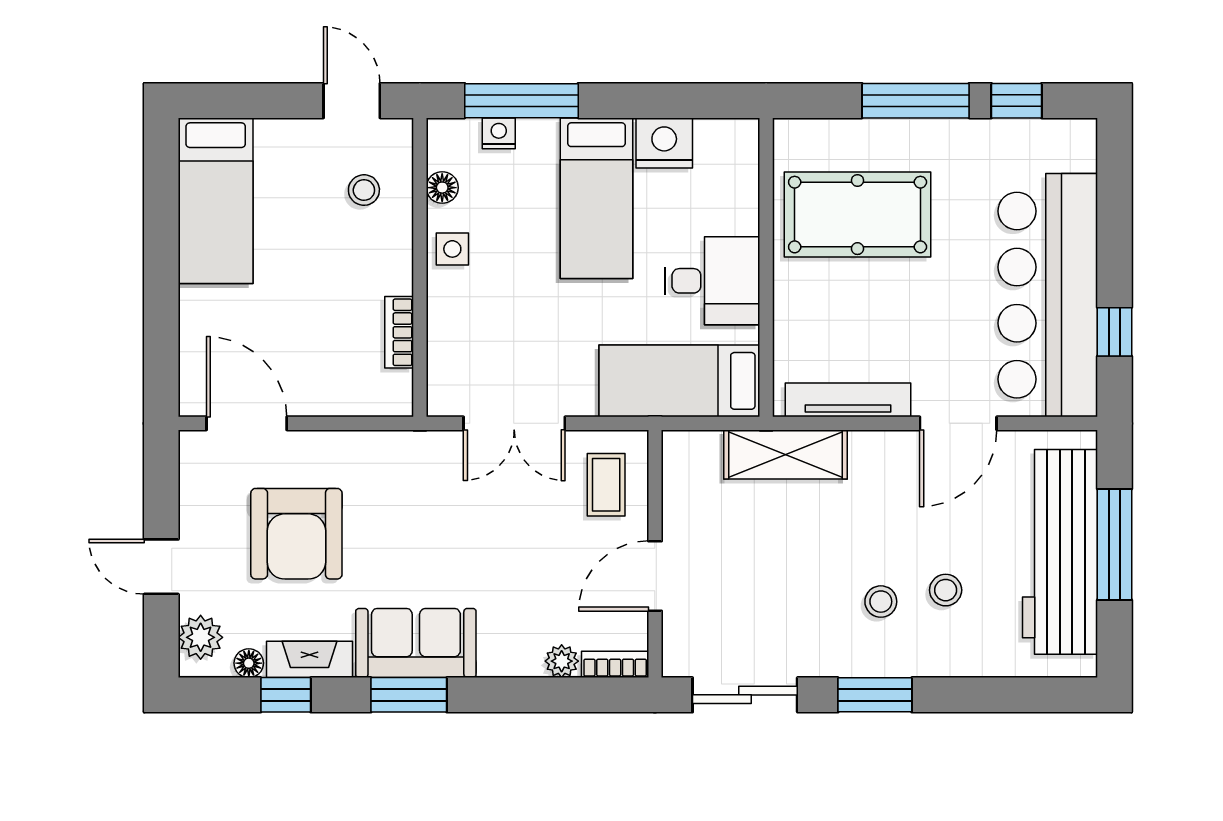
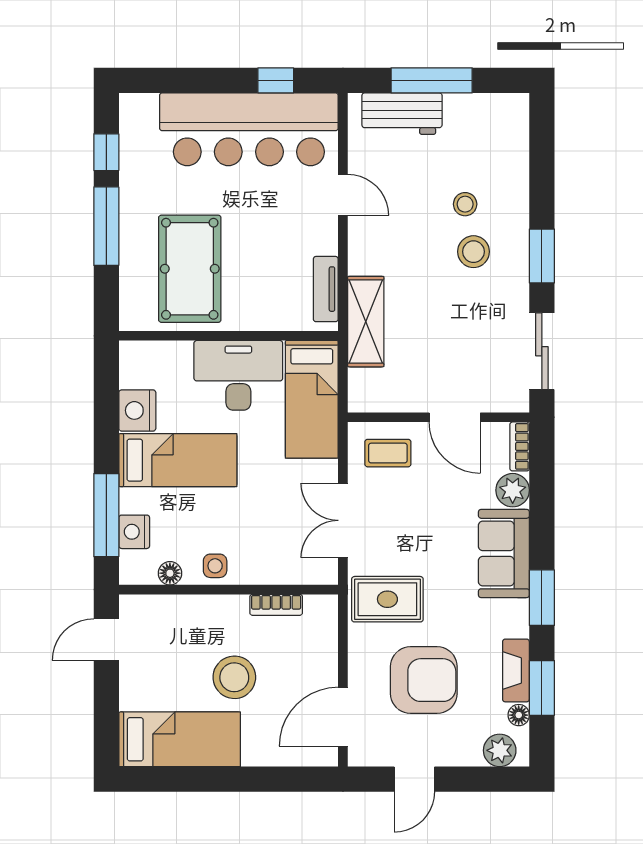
nightstand: (499, 133) -> (134, 532), width x1.39, depth x1.35
stool: (364, 190) -> (234, 677), moved, width x1.89, depth x1.89
desk: (712, 281) -> (238, 375), width x1.37
tv unit: (848, 400) -> (326, 289), width x0.71
double door: (514, 423) -> (343, 520), swing flipped
door: (958, 423) -> (343, 195), width x0.73
rug: (407, 484) -> (387, 599), added
workbench: (1060, 552) -> (402, 114), width x0.53, depth x0.76
door: (161, 567) -> (414, 779), moved
stool: (881, 602) -> (474, 252), width x1.37, depth x1.37
sofa: (416, 643) -> (504, 554), moved
plant: (562, 661) -> (513, 490), width x1.38, depth x1.38
window: (286, 695) -> (542, 688), width x1.50

